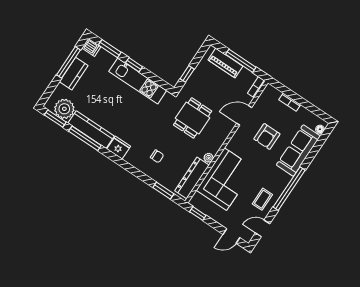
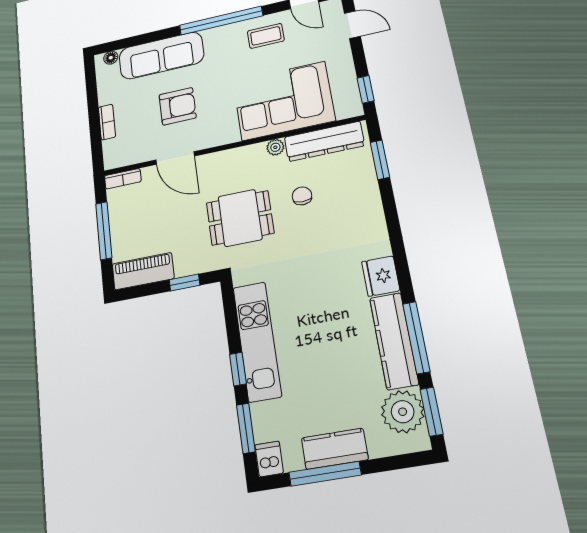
piano: (225, 63) -> (143, 271), moved, turned -90
chair: (157, 156) -> (302, 196), moved

